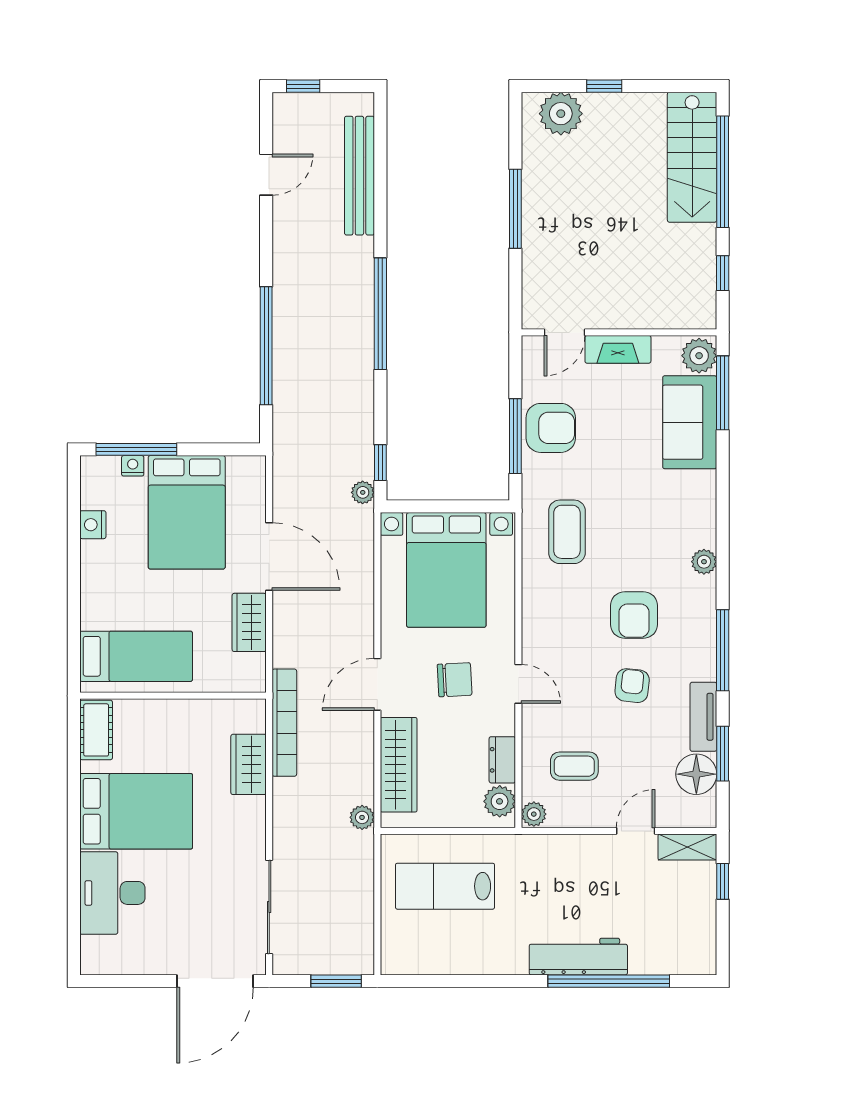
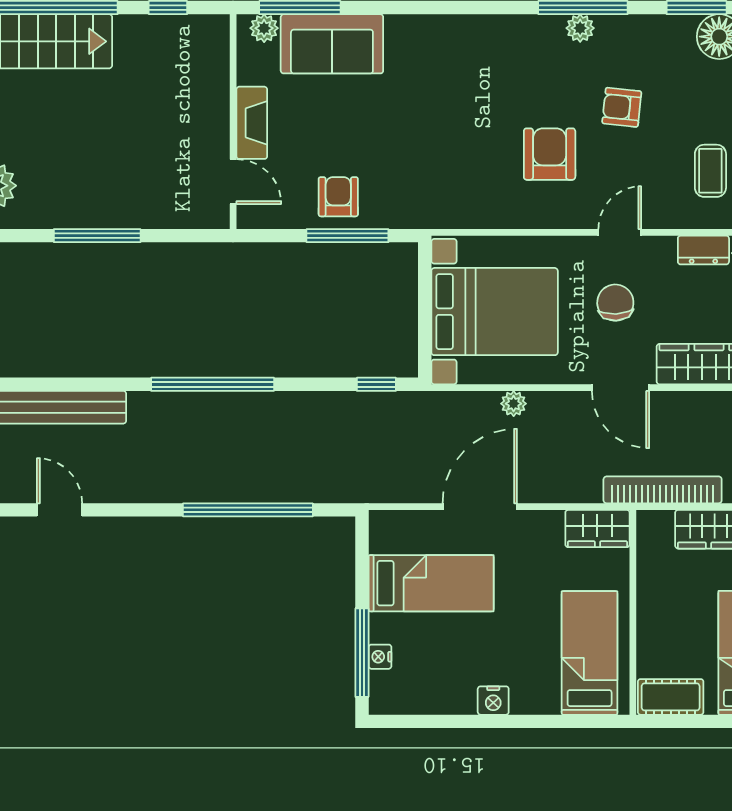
plant: (699, 356) -> (264, 28), width x0.73, depth x0.73
armchair: (551, 428) -> (338, 197), width x0.72, depth x0.72
plant: (363, 492) -> (514, 404), moved
bed: (187, 512) -> (431, 583), width x0.67
nightstand: (93, 525) -> (493, 701), moved
coffee table: (567, 532) -> (453, 179), removed
plant: (704, 562) -> (580, 28), moved
armchair: (634, 615) -> (550, 154), moved, turned -90
wardrobe: (249, 622) -> (597, 529), moved
tv unit: (703, 717) -> (656, 29), removed

